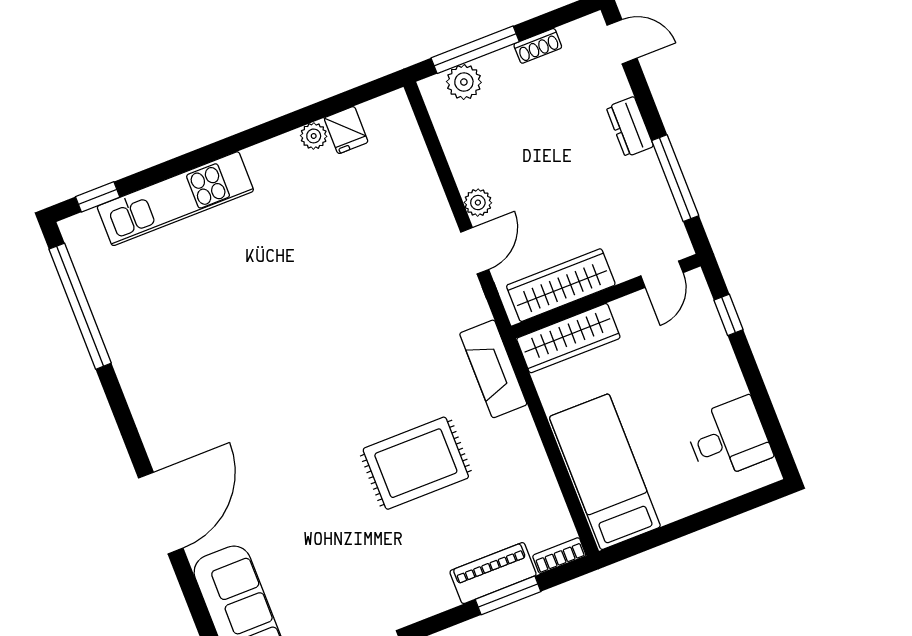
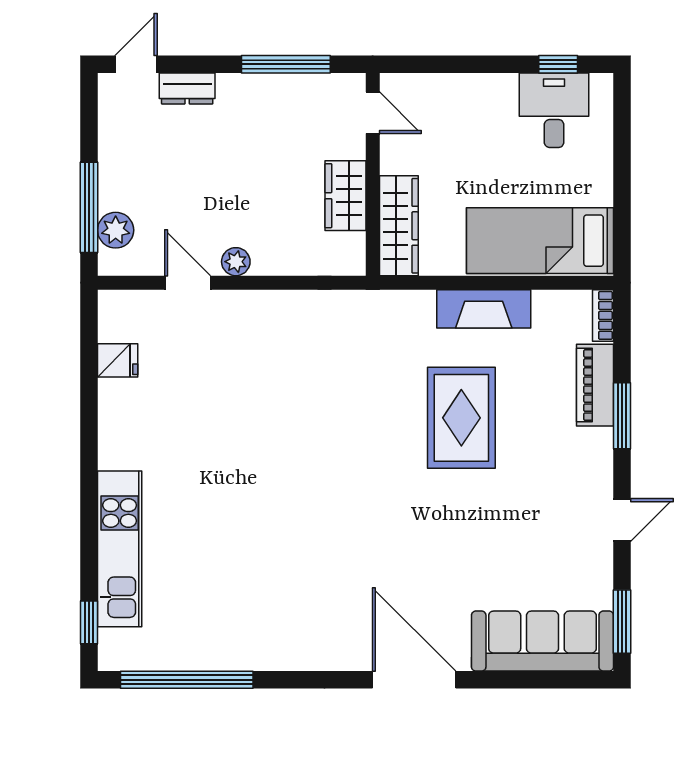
shoe rack: (538, 46) -> (109, 146), removed
dresser: (630, 127) -> (187, 89), moved
plant: (314, 136) -> (111, 394), removed
door: (475, 251) -> (188, 283), moved
wardrobe: (561, 285) -> (345, 196), width x0.67
window: (728, 315) -> (558, 64), moved
fireplace: (493, 369) -> (484, 309), moved
window: (508, 595) -> (622, 416), moved

